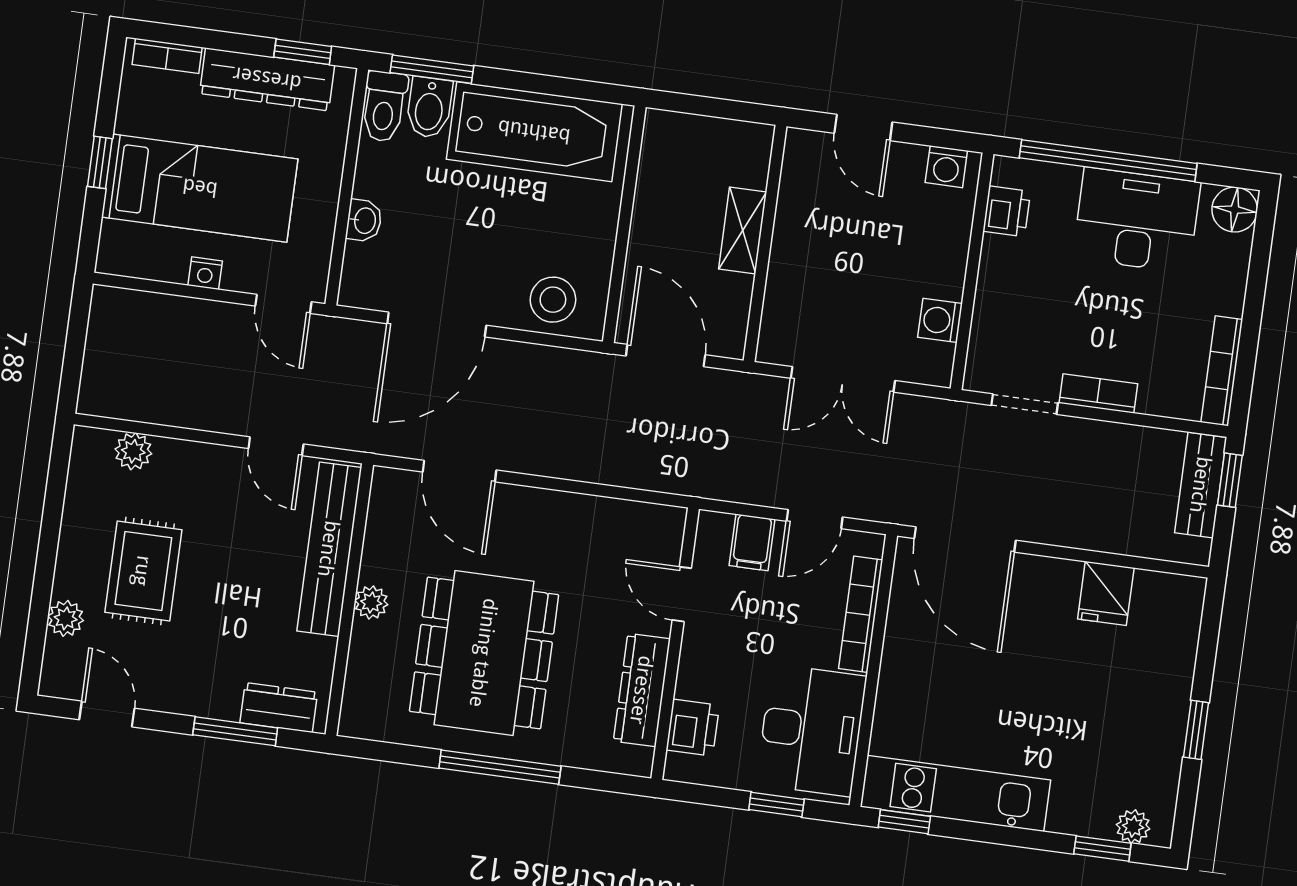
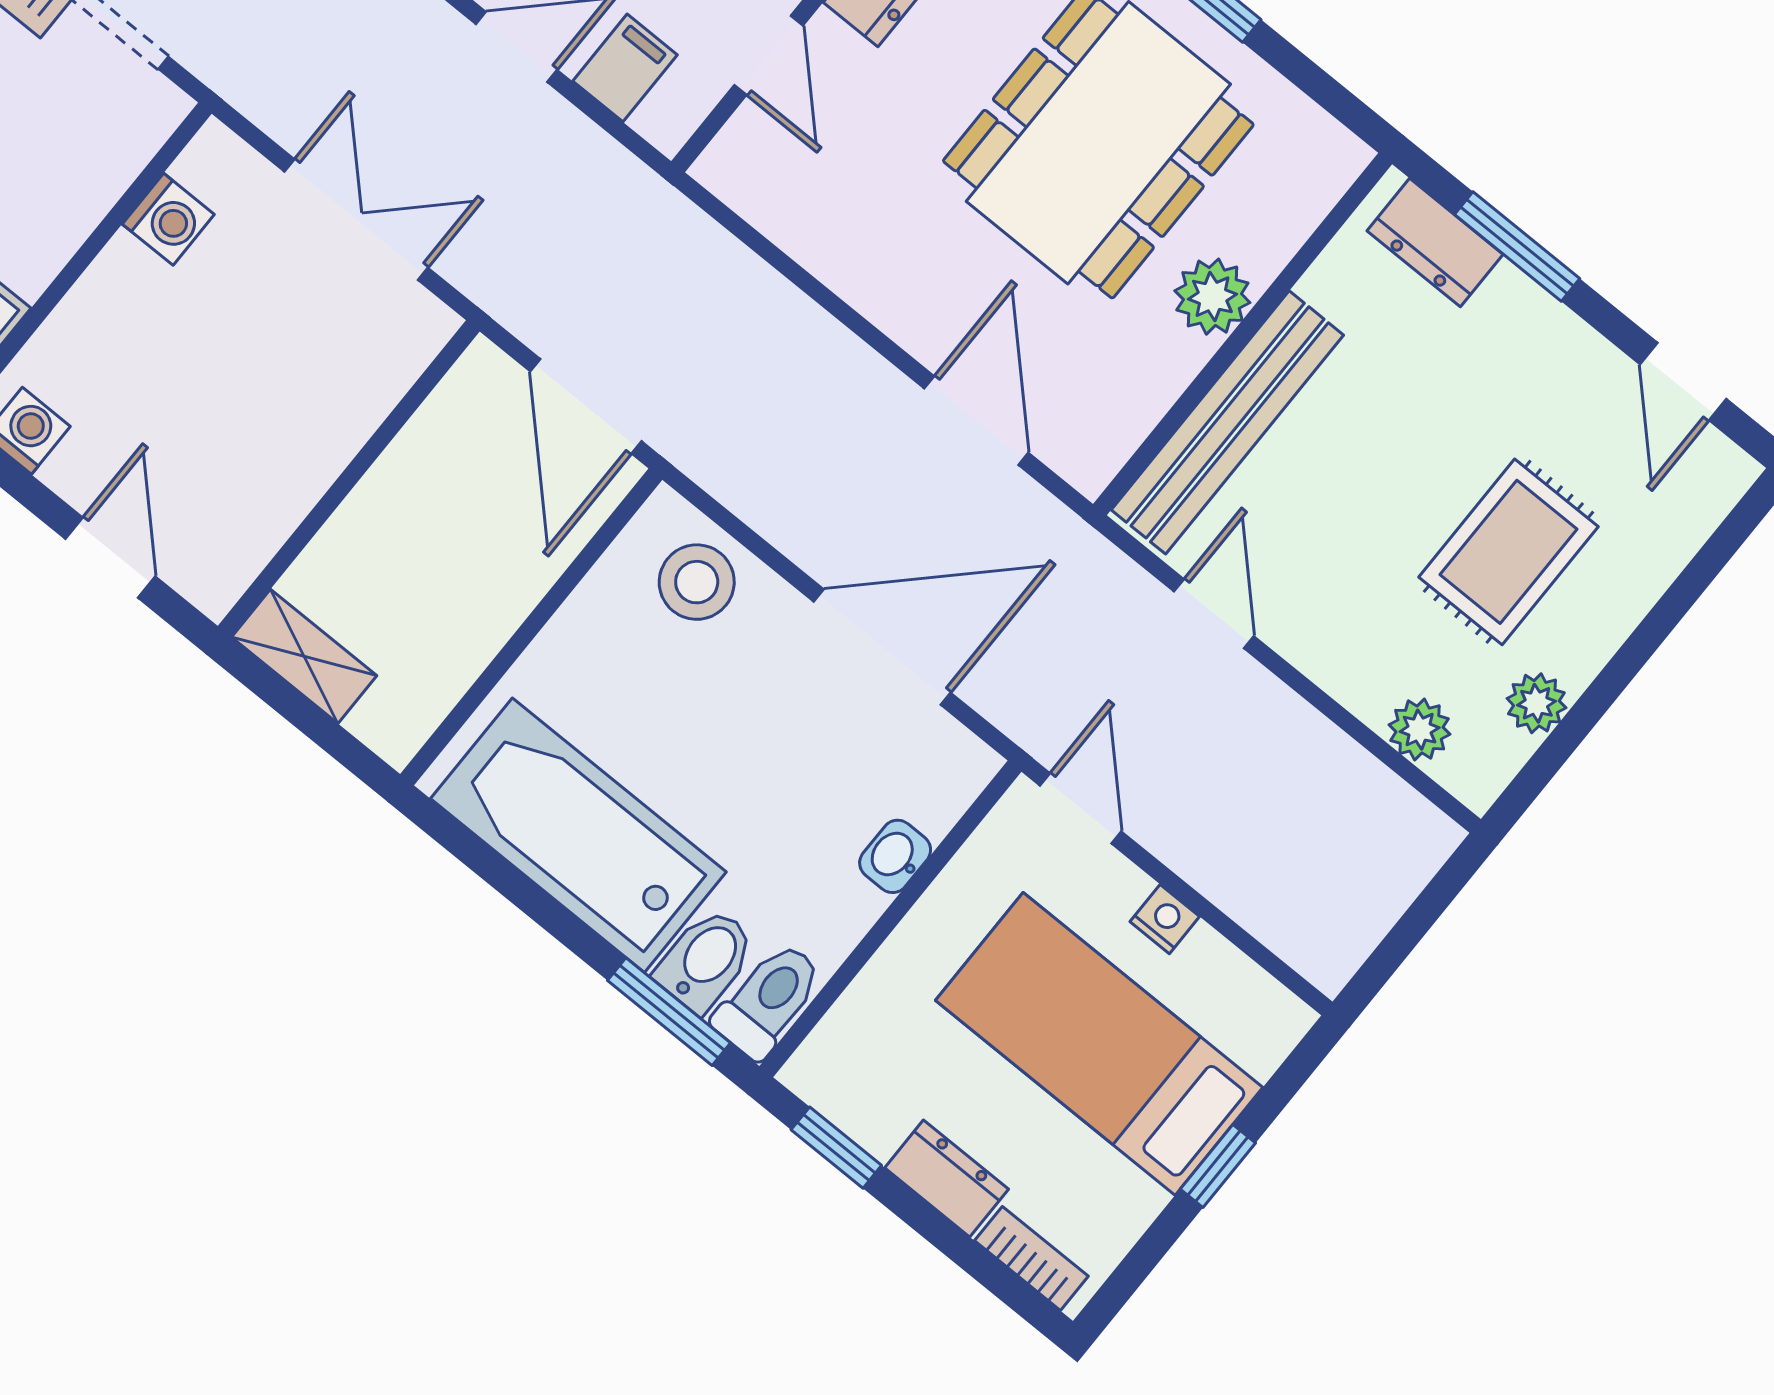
dresser: (267, 79) -> (947, 1178), width x0.51, depth x0.80
shelving: (743, 231) -> (304, 656), moved, turned 90
plant: (371, 602) -> (1212, 297), width x1.38, depth x1.38
plant: (66, 618) -> (1536, 703), moved

